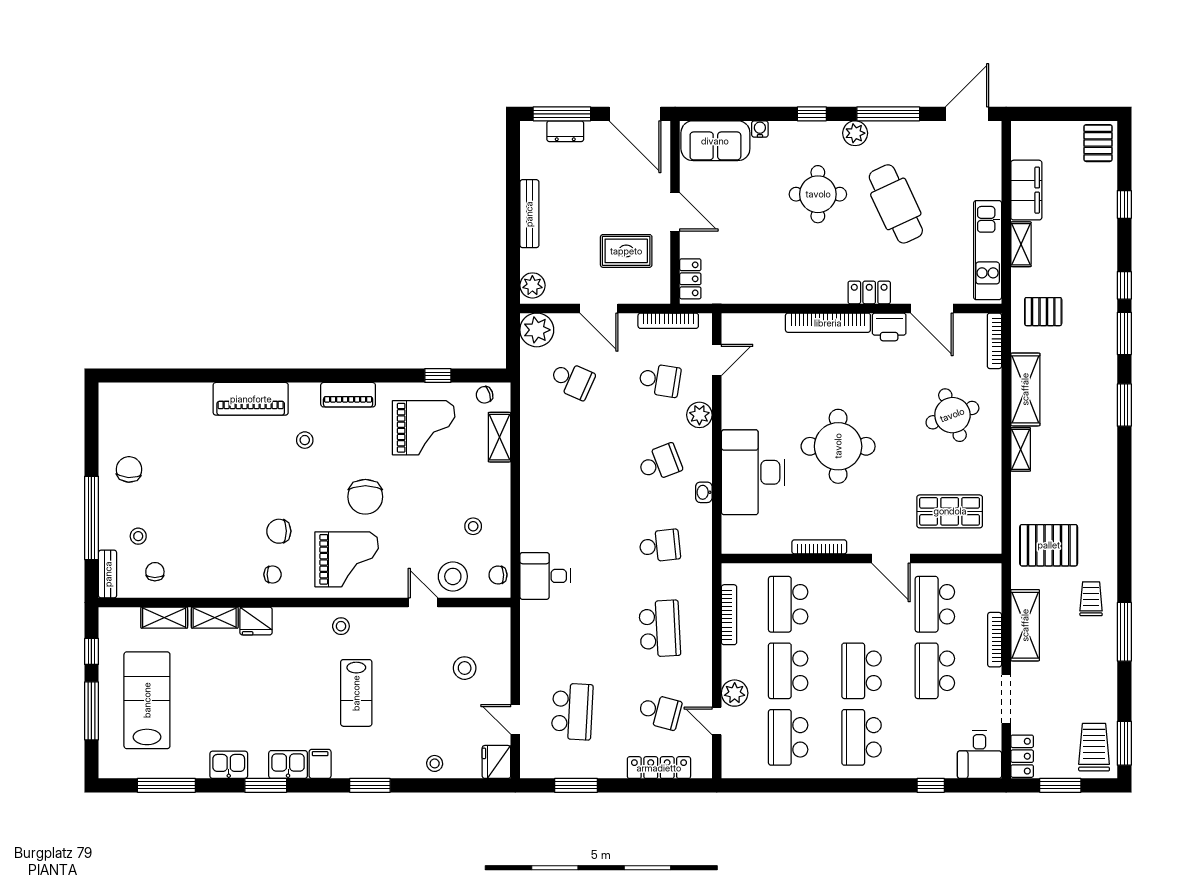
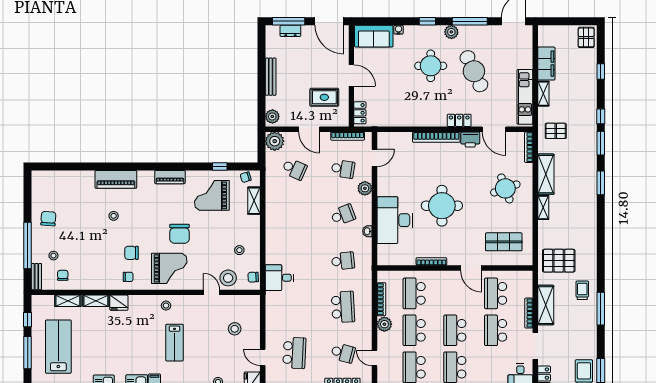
grand piano: (424, 428) -> (212, 195), turned 180
stool: (305, 440) -> (114, 216), moved
plant: (735, 693) -> (384, 324), moved

